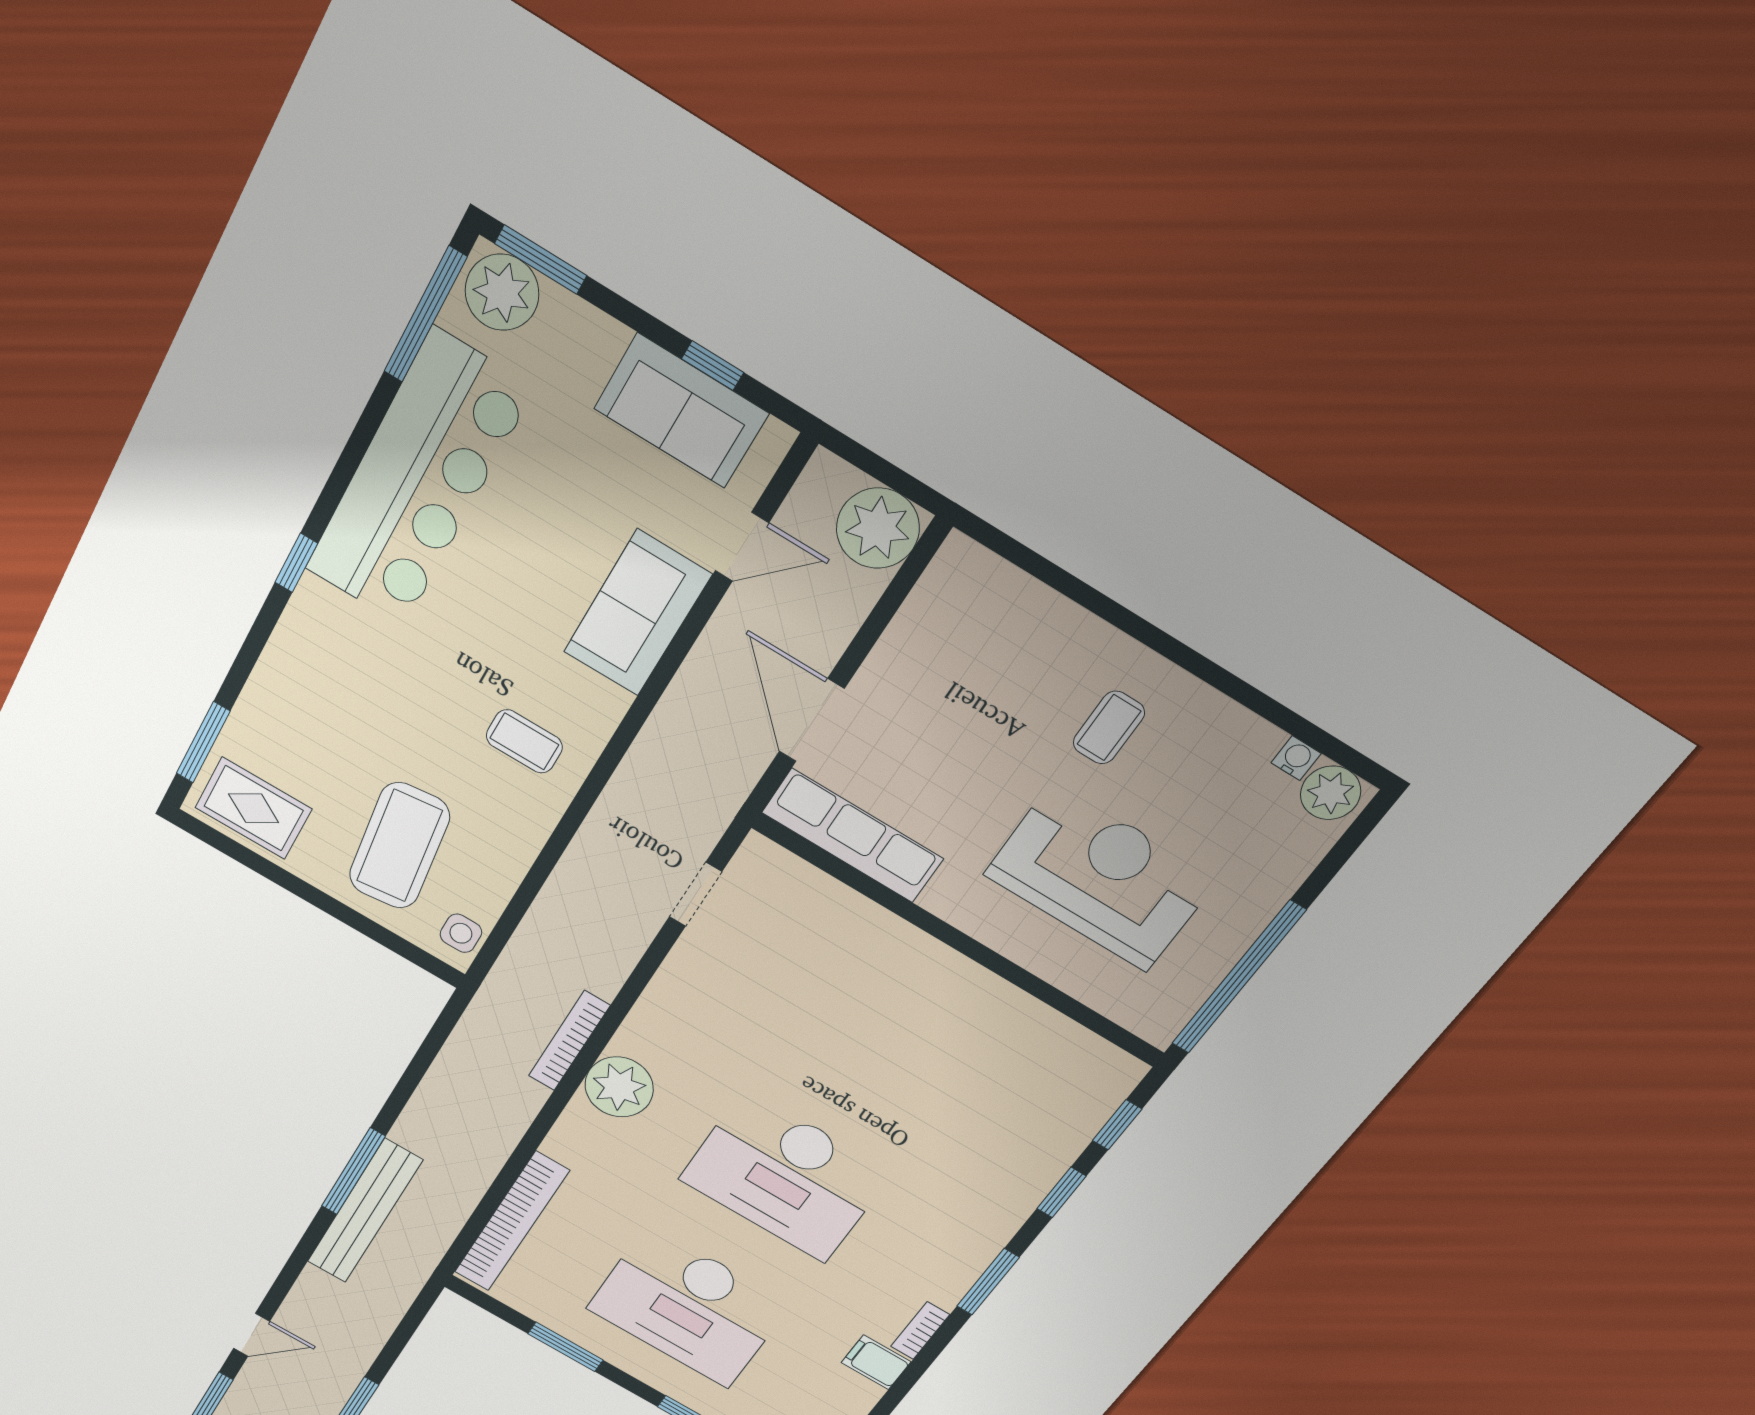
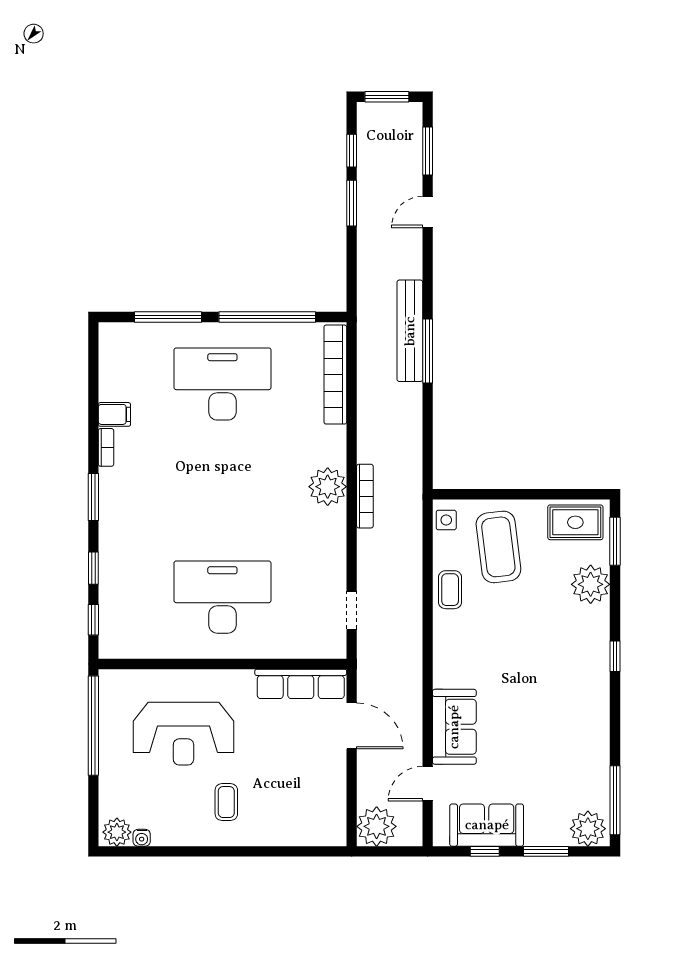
window: (541, 260) -> (546, 851), moved
bar counter: (418, 480) -> (581, 727), removed
plant: (278, 701) -> (591, 584), added
coffee table: (524, 741) -> (450, 590), moved, turned 90
desk: (785, 1176) -> (222, 597), moved
window: (566, 1347) -> (267, 317), width x2.11

